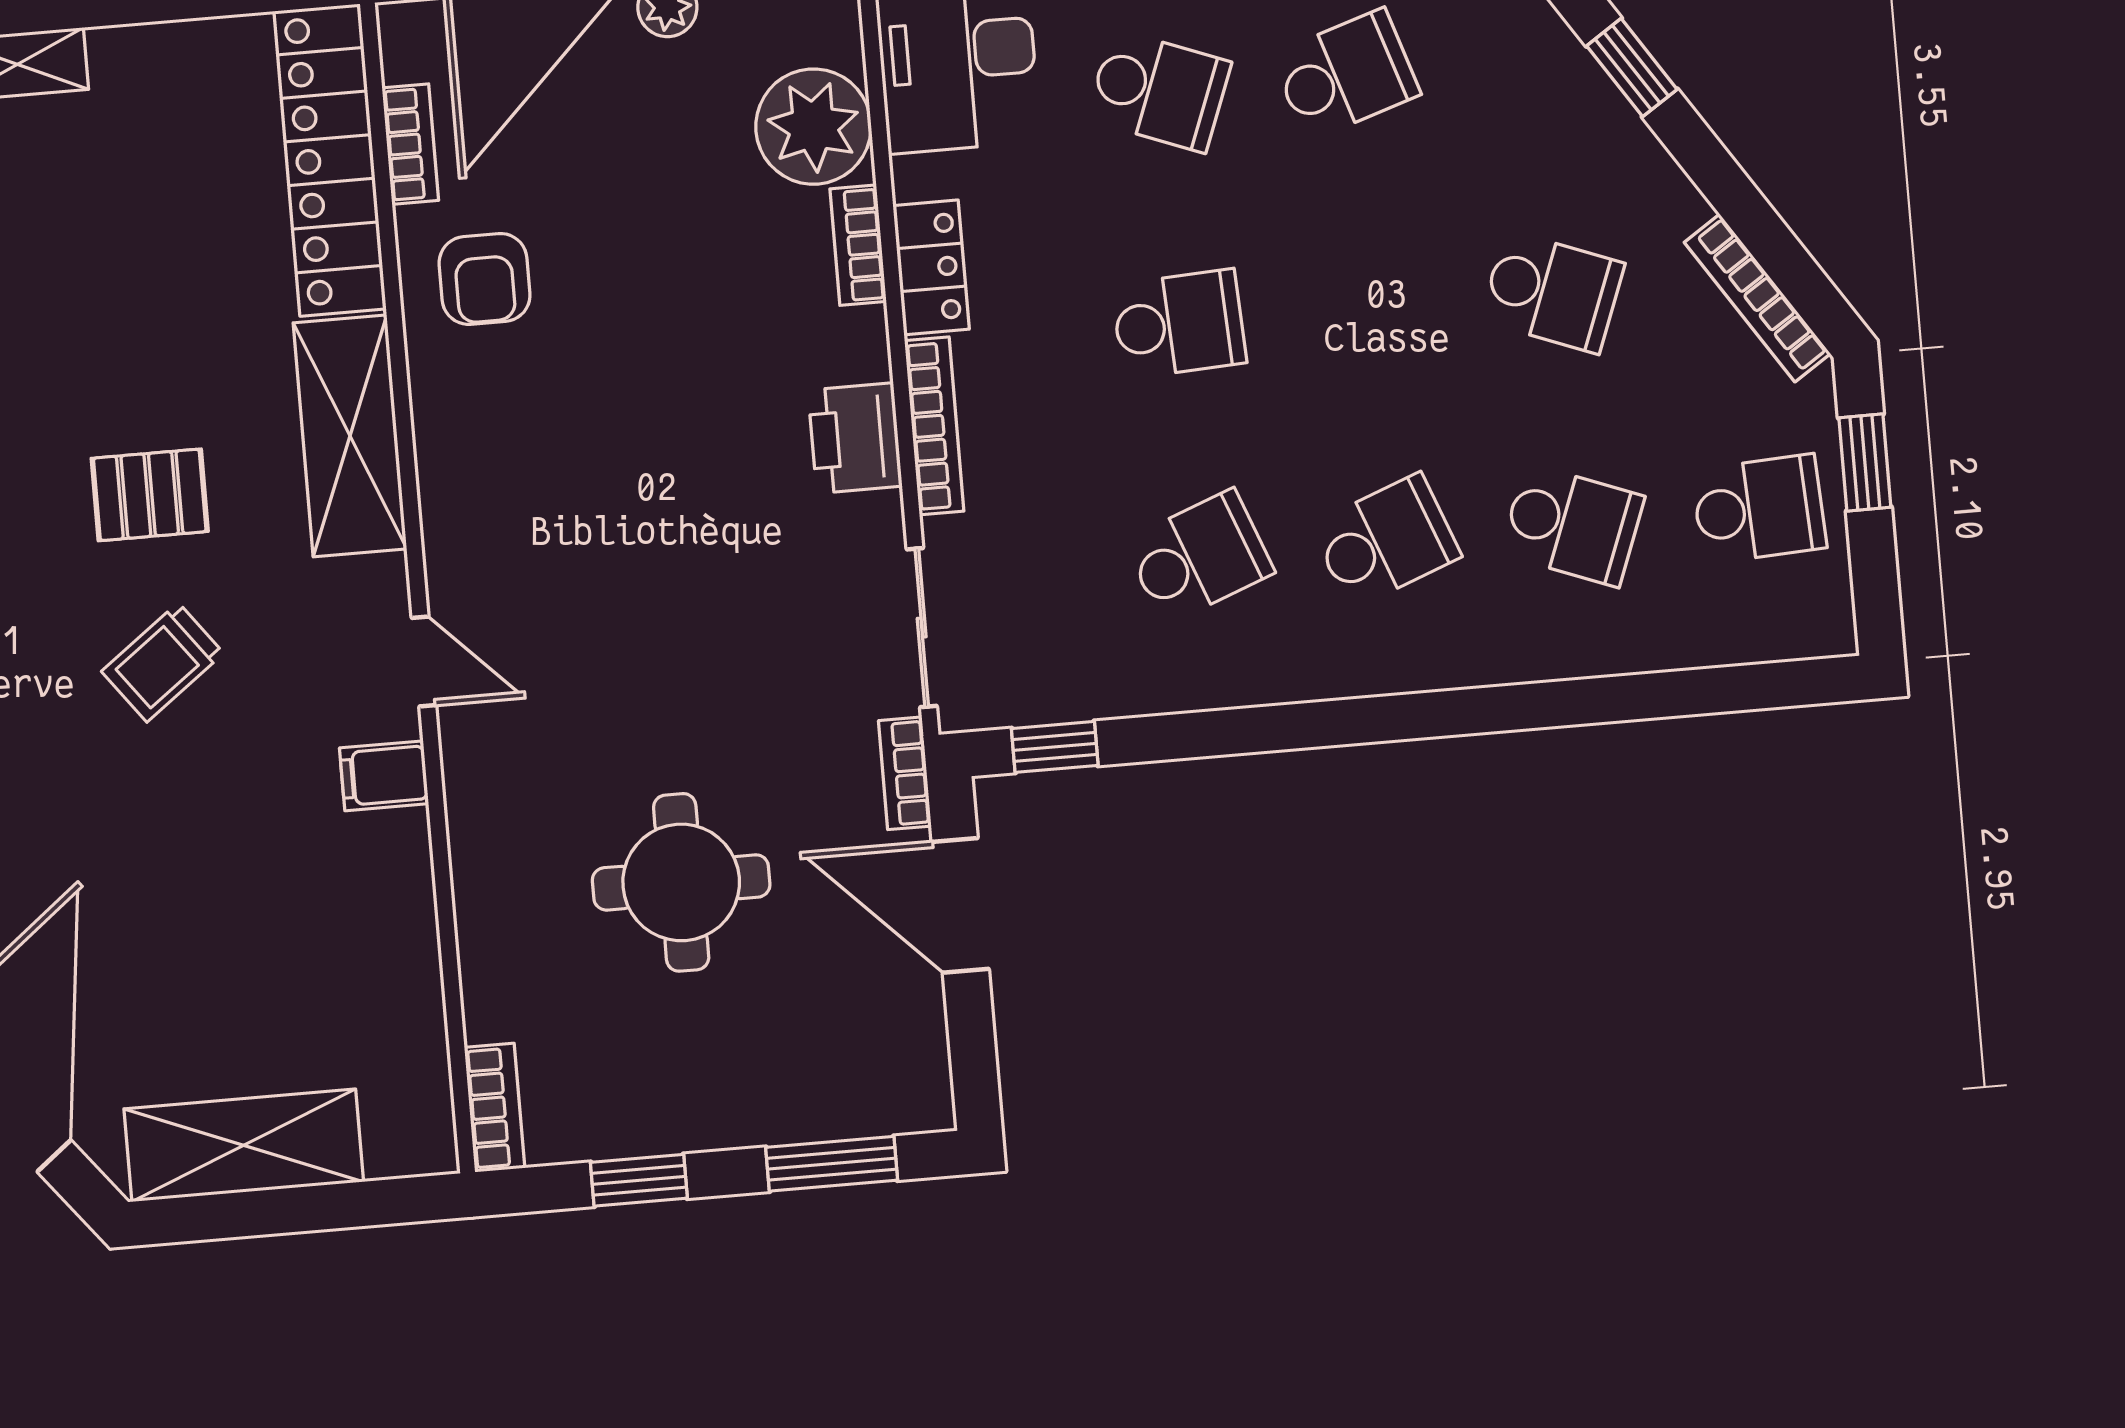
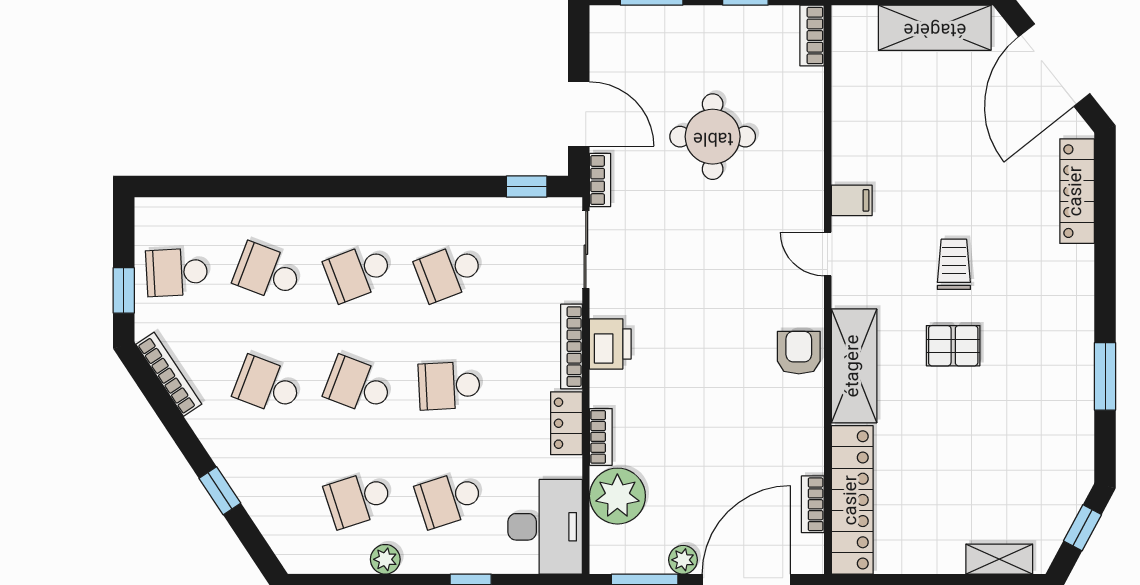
school desk: (1159, 91) -> (449, 499), turned -39
armchair: (485, 279) -> (799, 353), moved
school desk: (1366, 308) -> (358, 386), added
trolley: (163, 662) -> (954, 264), turned -53

